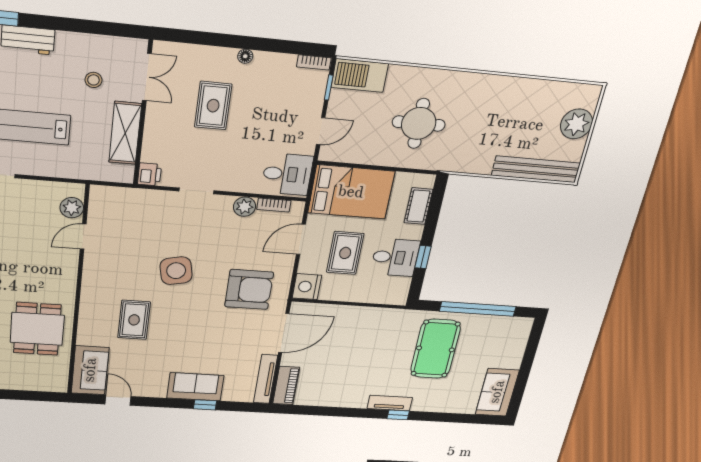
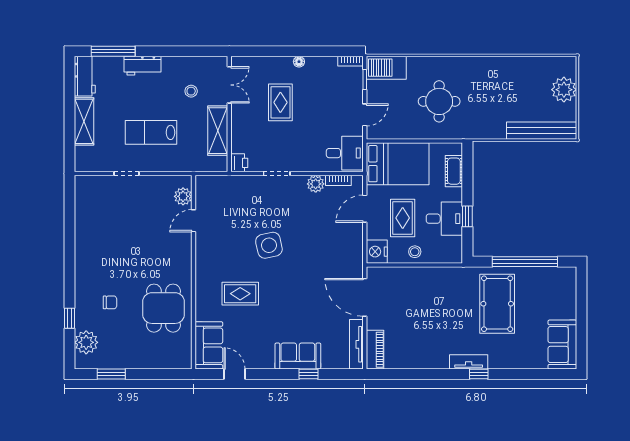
armchair: (249, 289) -> (330, 258), removed
stool: (352, 290) -> (415, 252), added
rug: (134, 320) -> (240, 294), turned 90
door: (284, 333) -> (365, 297), swing flipped

